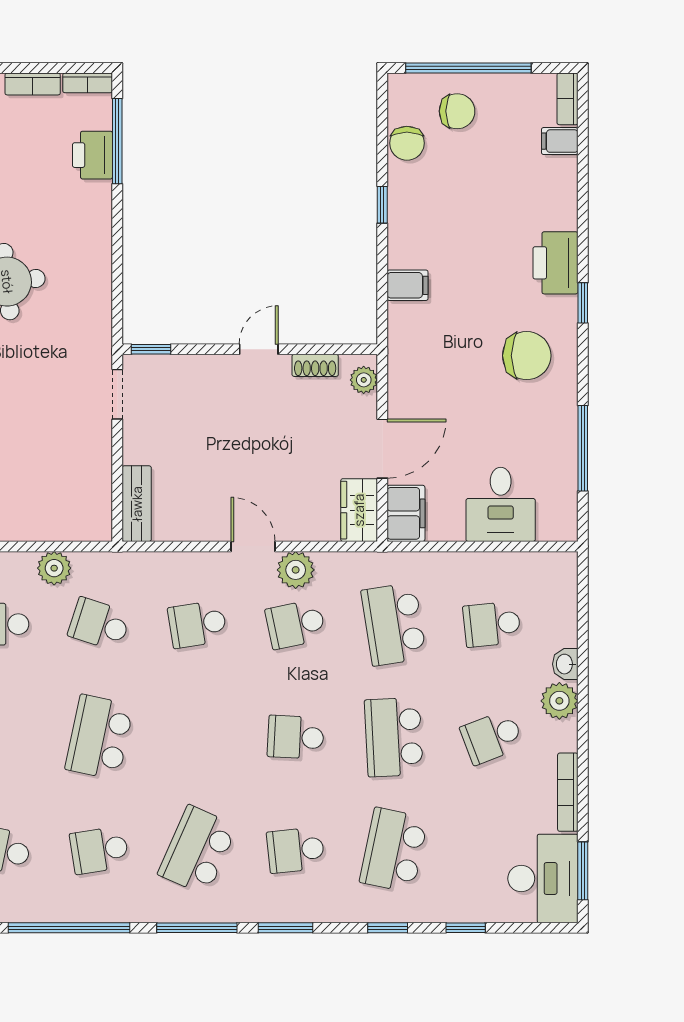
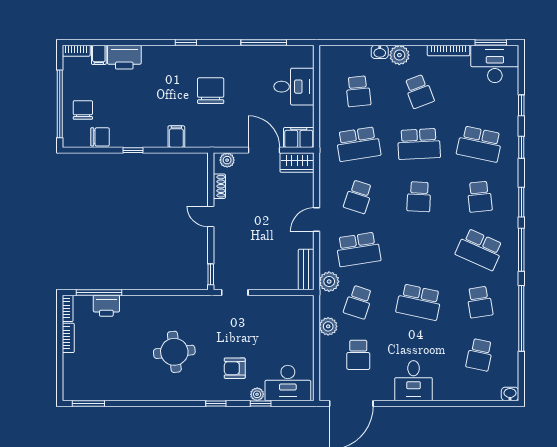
printer: (555, 263) -> (124, 57), moved
chair: (527, 356) -> (211, 91), moved
bench: (137, 504) -> (306, 269), moved, turned 90
plant: (296, 570) -> (329, 282), moved
school desk: (197, 624) -> (358, 249), width x1.85
school desk: (296, 624) -> (358, 197), turned 30

